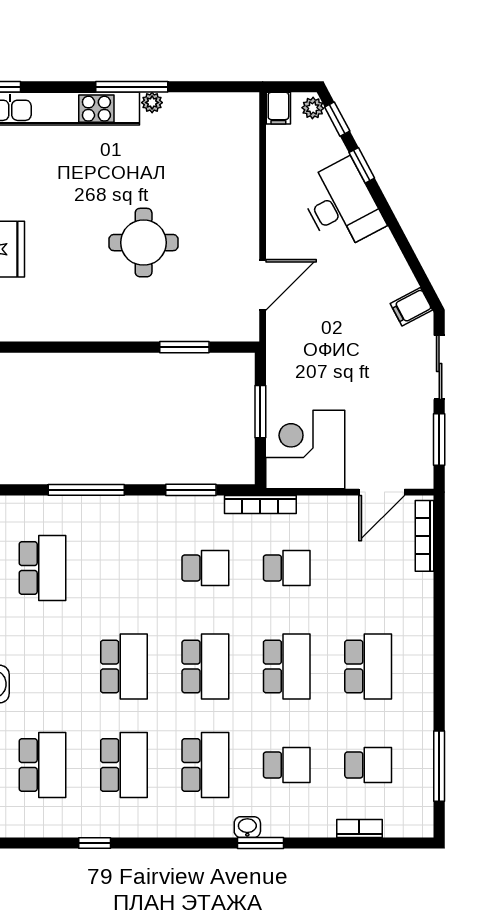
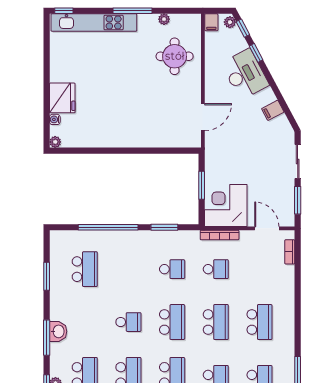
plant: (152, 103) -> (164, 19), moved
round table: (144, 243) -> (175, 56), moved
filing cabinet: (411, 307) -> (273, 110), moved
window: (184, 347) -> (161, 151), removed
window: (86, 490) -> (108, 227), width x1.46
door: (382, 492) -> (267, 228), swing flipped
bookcase: (260, 505) -> (220, 235), moved
bookcase: (425, 536) -> (290, 252), width x0.64
school desk: (124, 666) -> (128, 322), width x0.54

